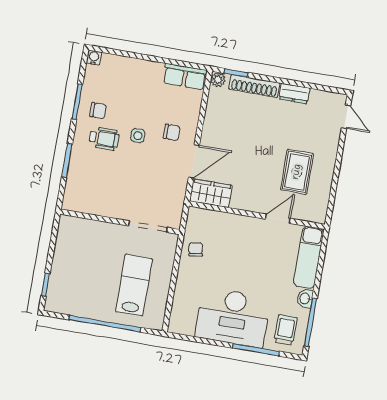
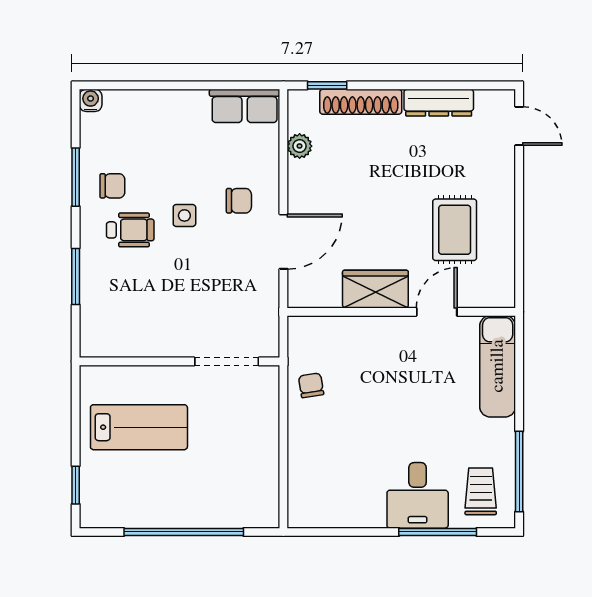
plant: (218, 80) -> (300, 146), moved
dresser: (294, 94) -> (439, 103), width x1.44
wardrobe: (211, 193) -> (375, 289), moved
lab bench: (134, 285) -> (139, 427), moved, turned 90
washbasin: (305, 298) -> (503, 434), removed
desk: (233, 317) -> (418, 495), width x0.53, depth x0.77

